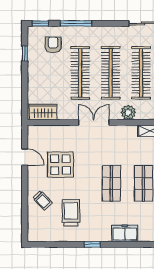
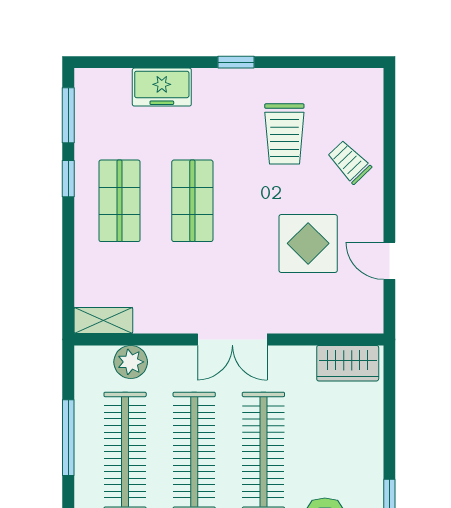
plant: (128, 112) -> (131, 362), moved

